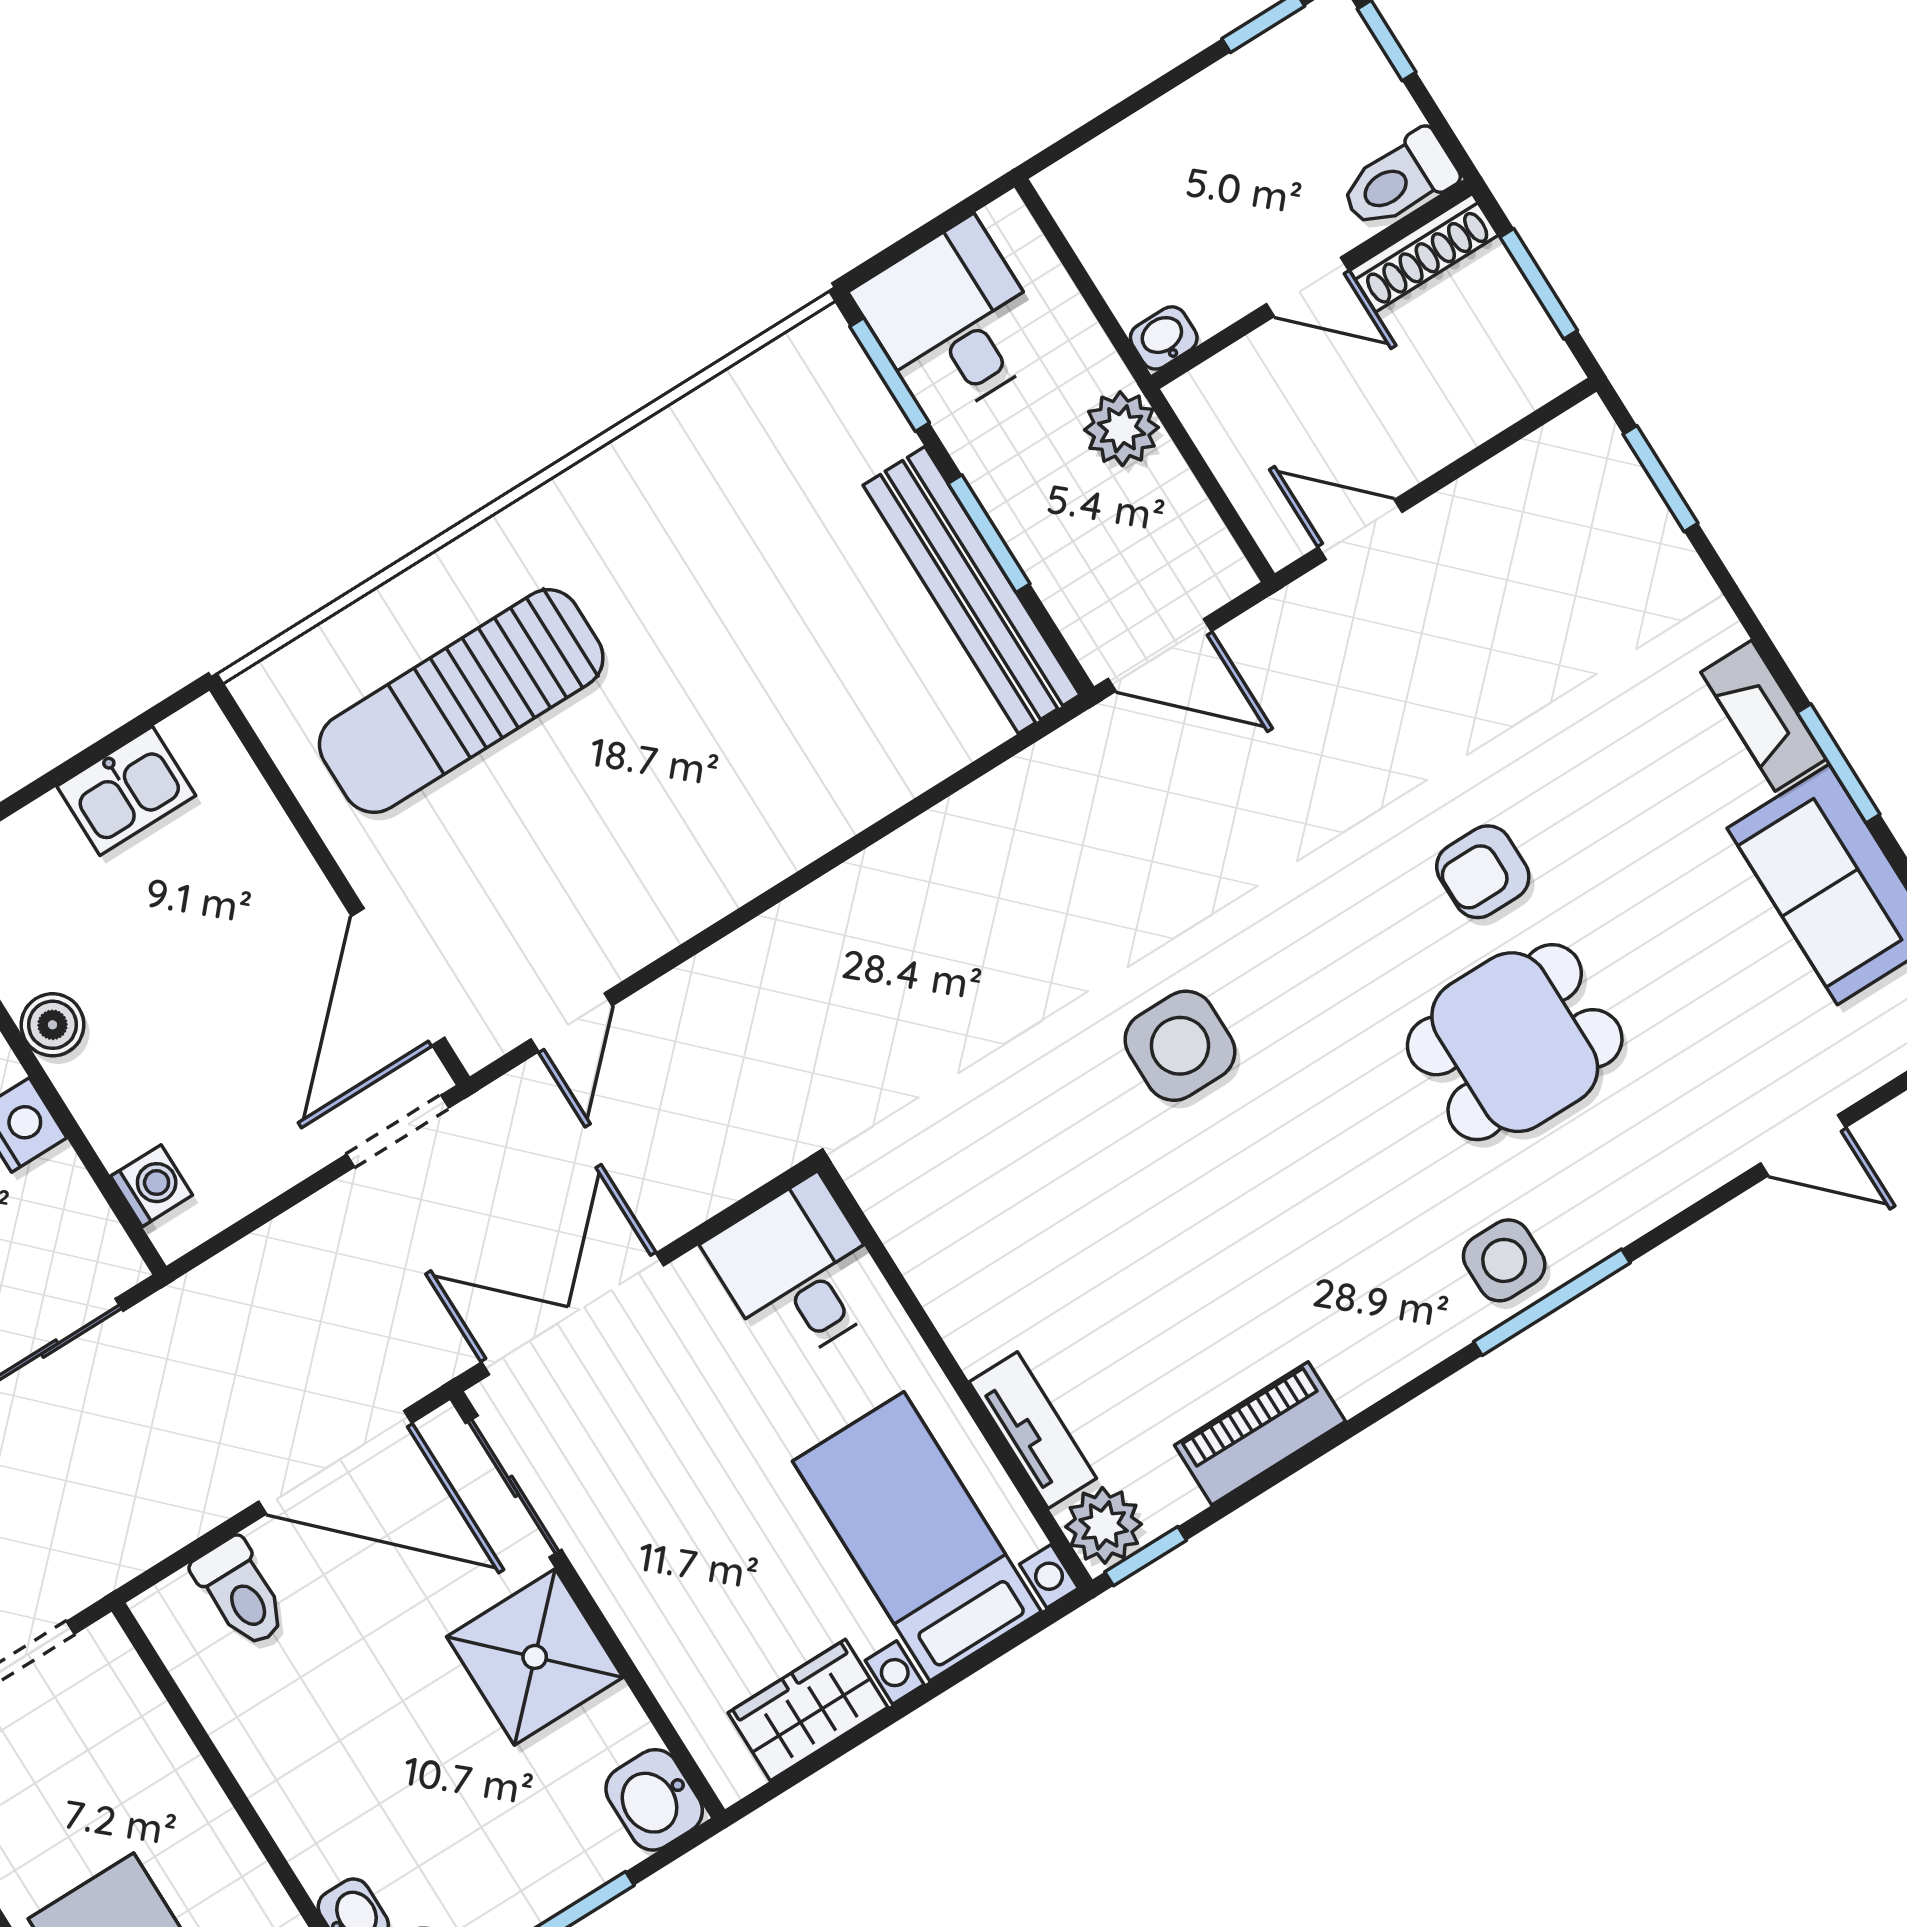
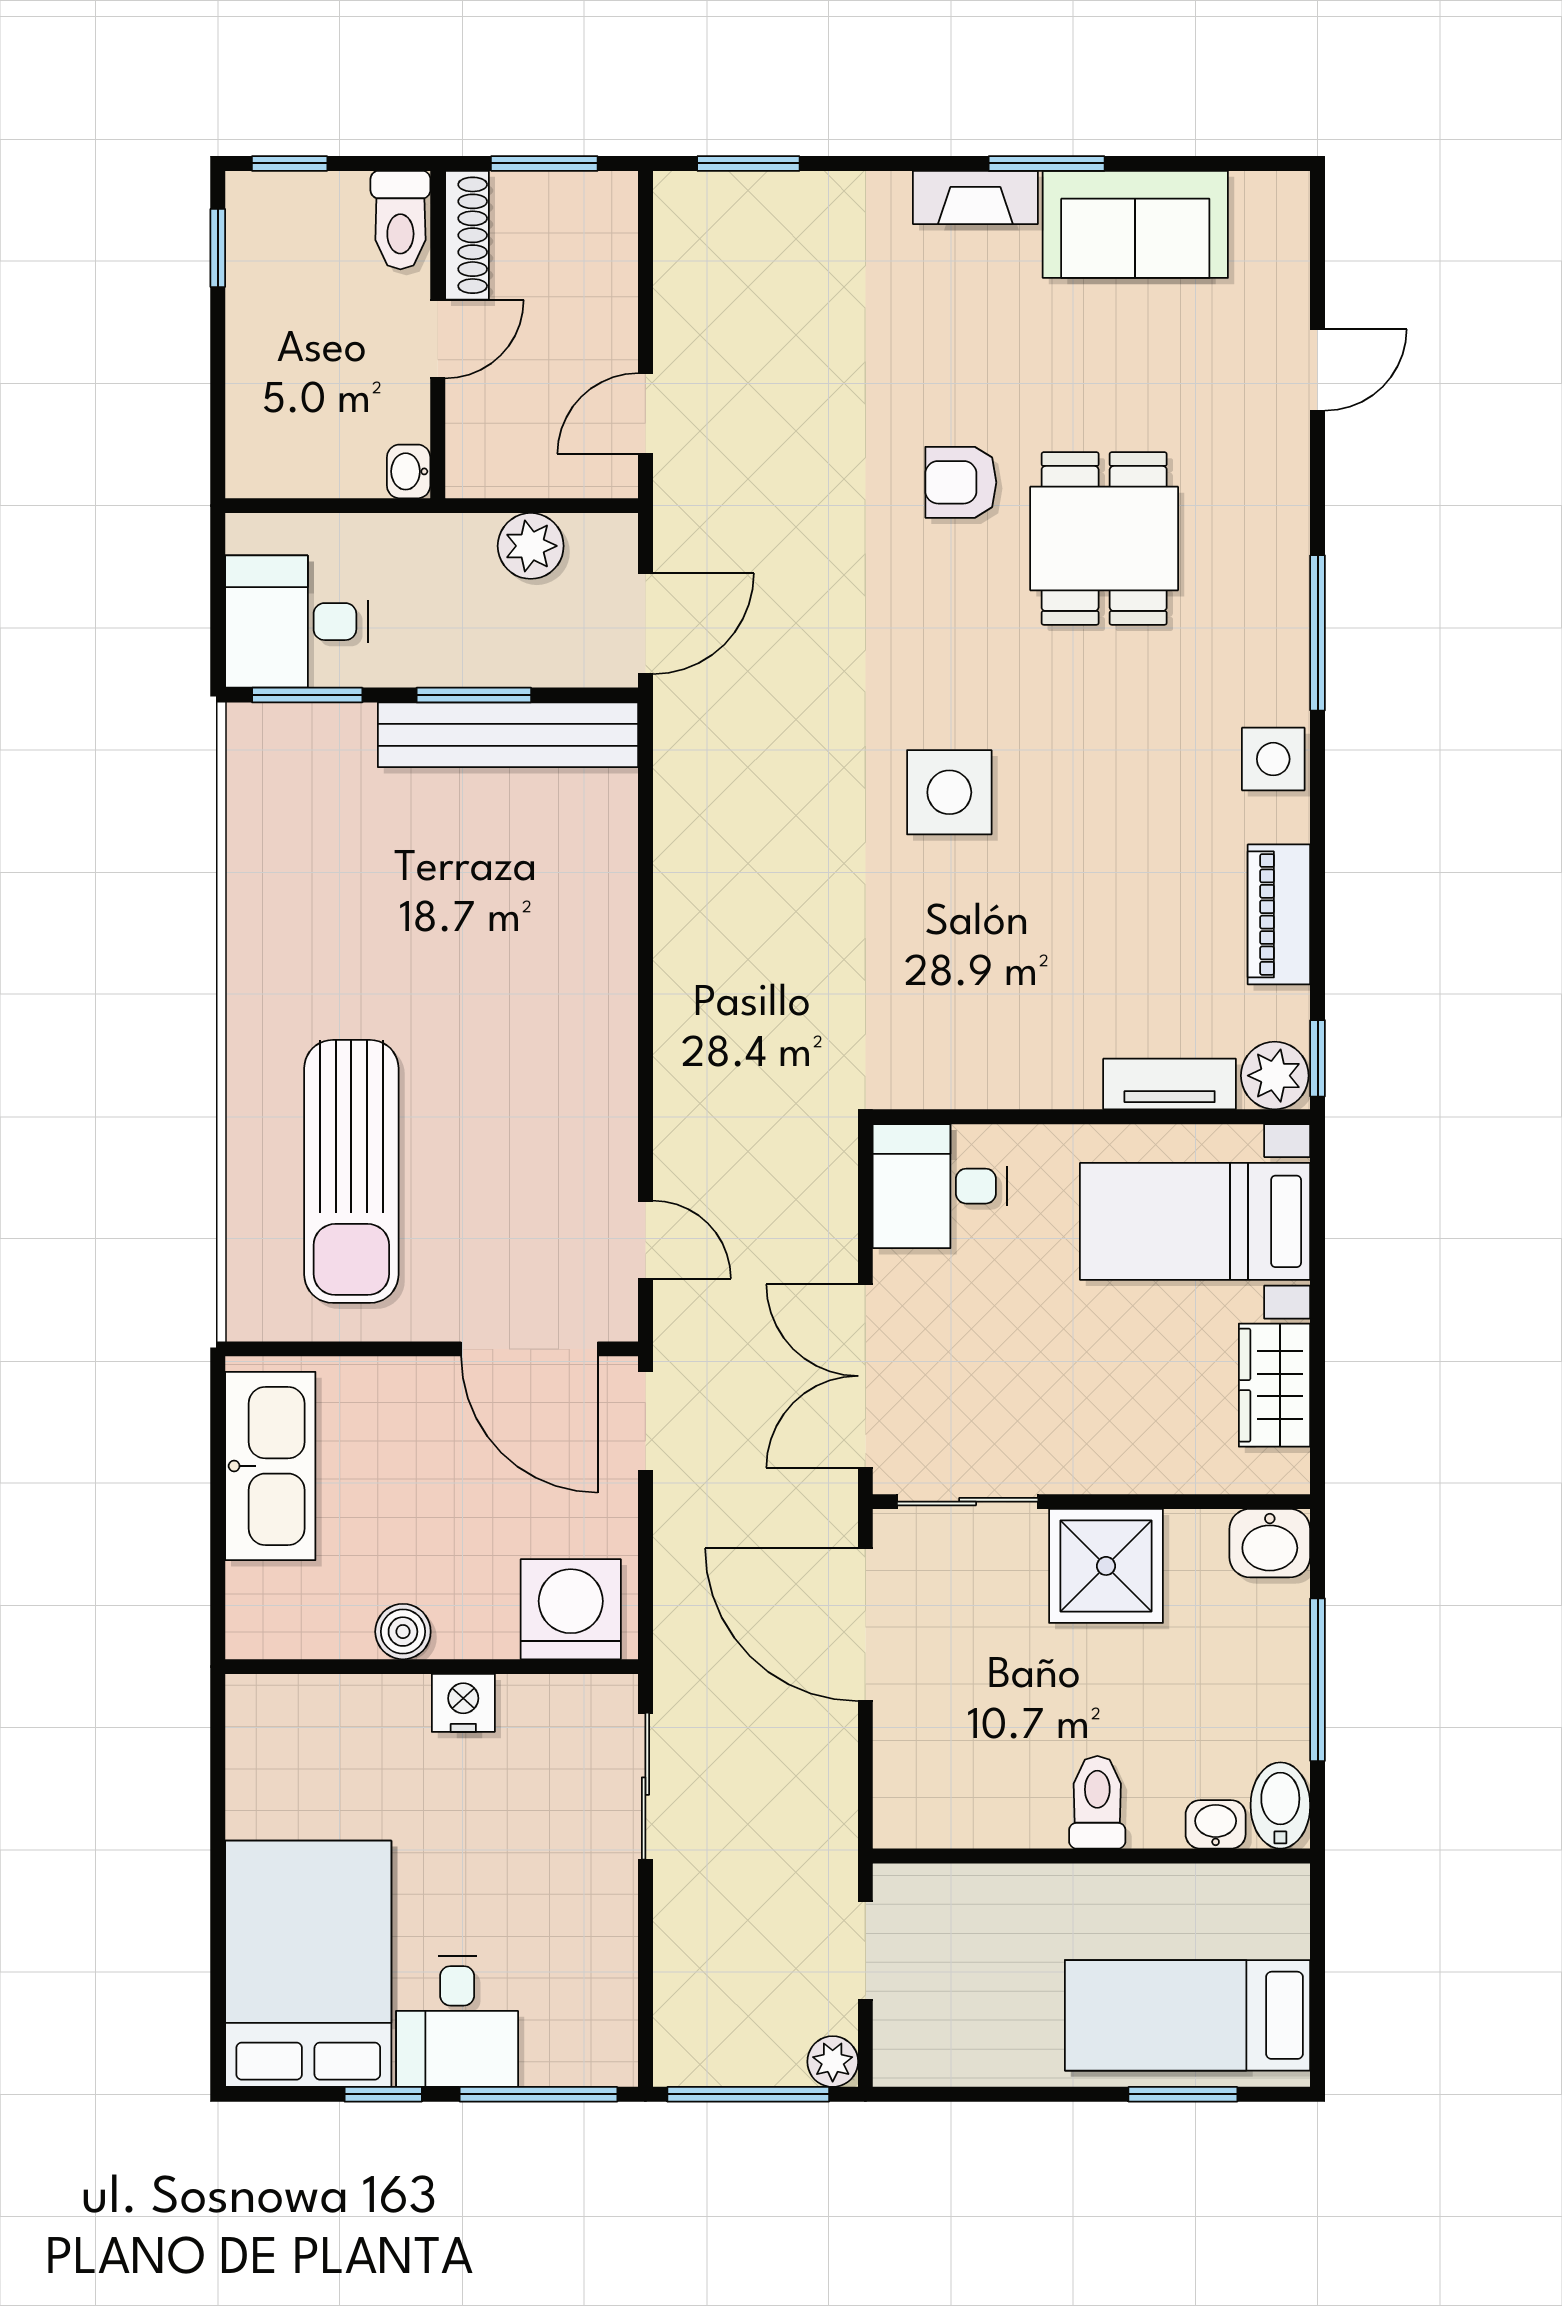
plant: (1121, 429) -> (531, 546), moved
kitchen sink: (126, 791) -> (270, 1466), width x1.87, depth x1.24
armchair: (1483, 872) -> (961, 482), turned 90
washing machine: (152, 1186) -> (571, 1609), width x1.89, depth x1.89
side table: (1504, 1260) -> (1273, 759), moved
door: (335, 1462) -> (865, 1625), swing flipped
toilet: (240, 1593) -> (1097, 1802), moved, turned -90

